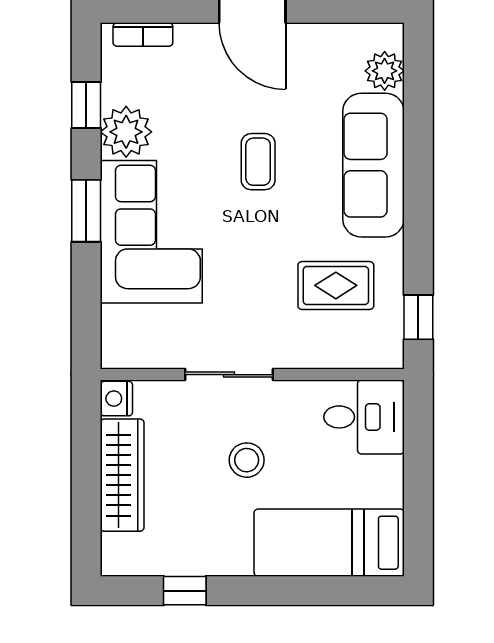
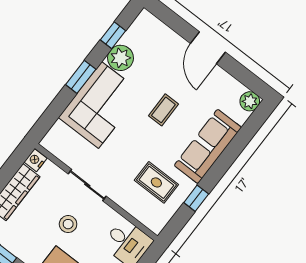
bookcase: (143, 35) -> (157, 25), removed
plant: (385, 71) -> (250, 101), moved
window: (418, 317) -> (196, 198), moved

